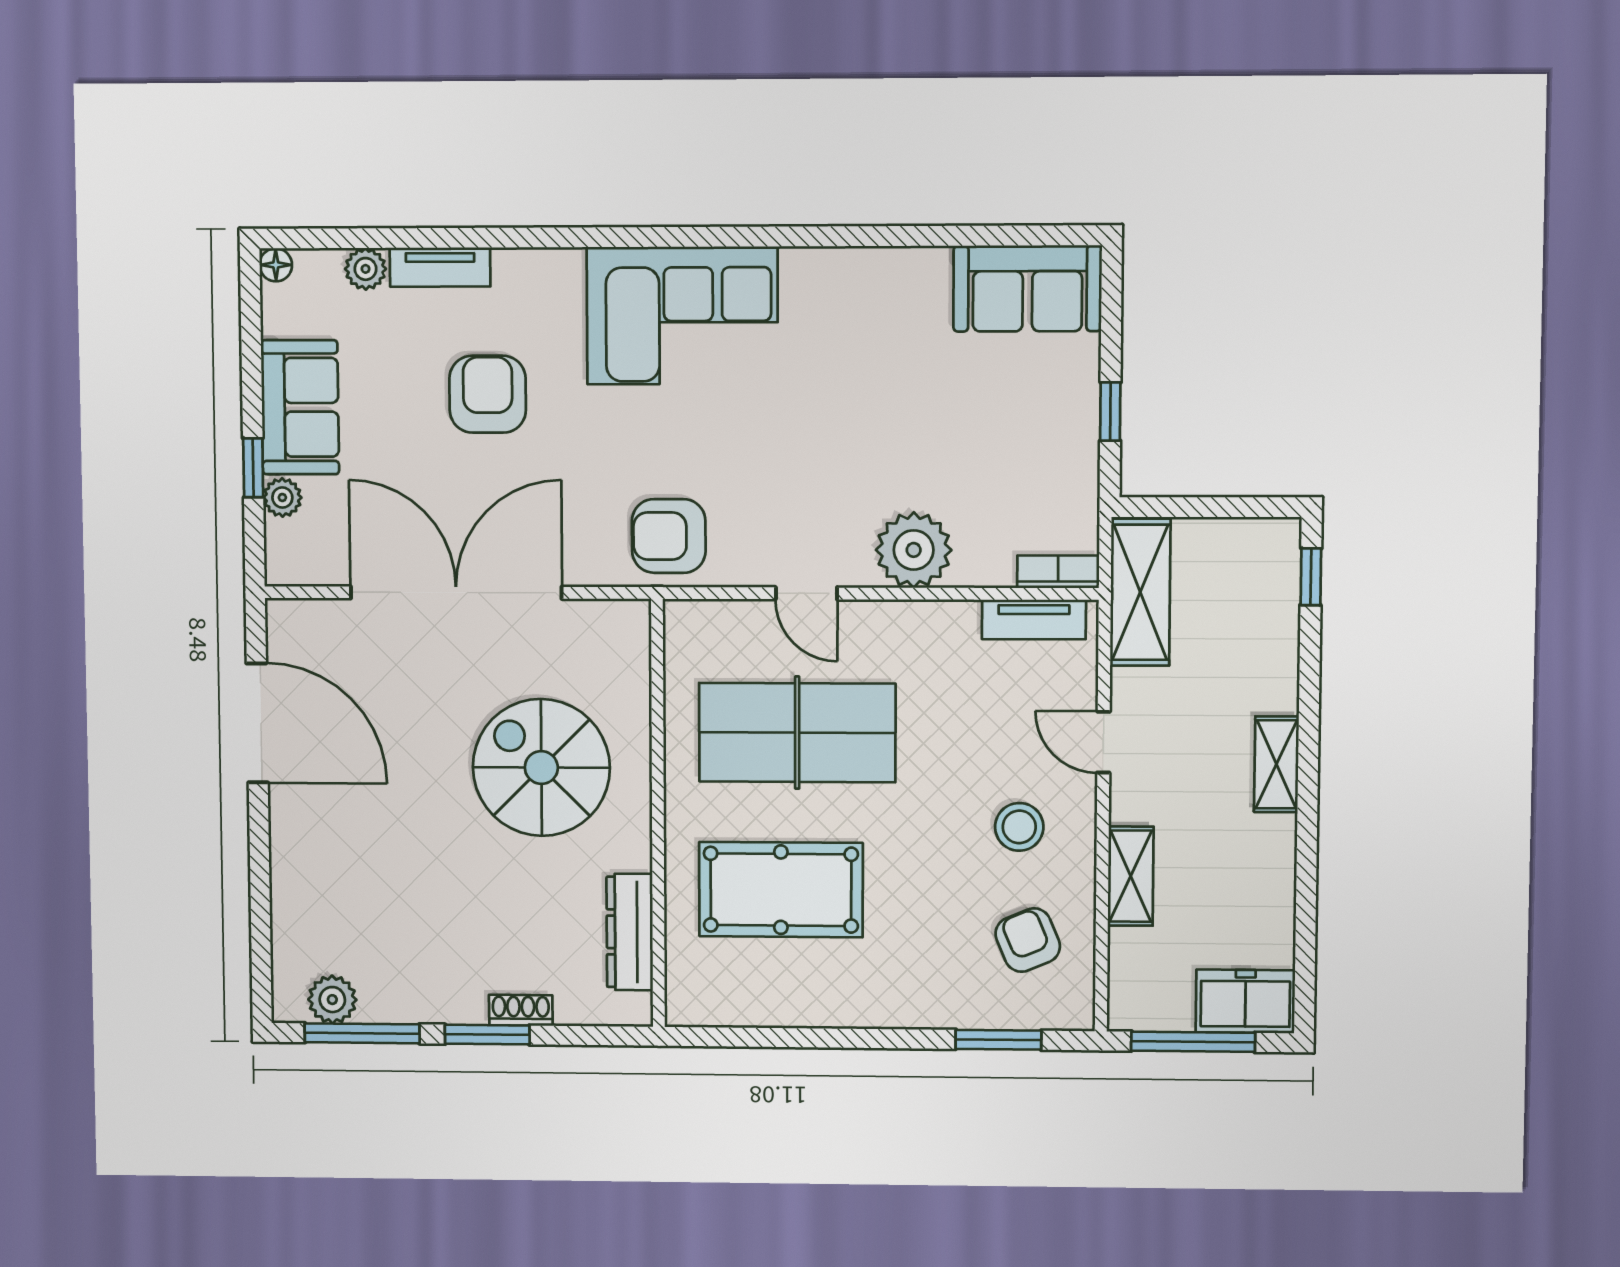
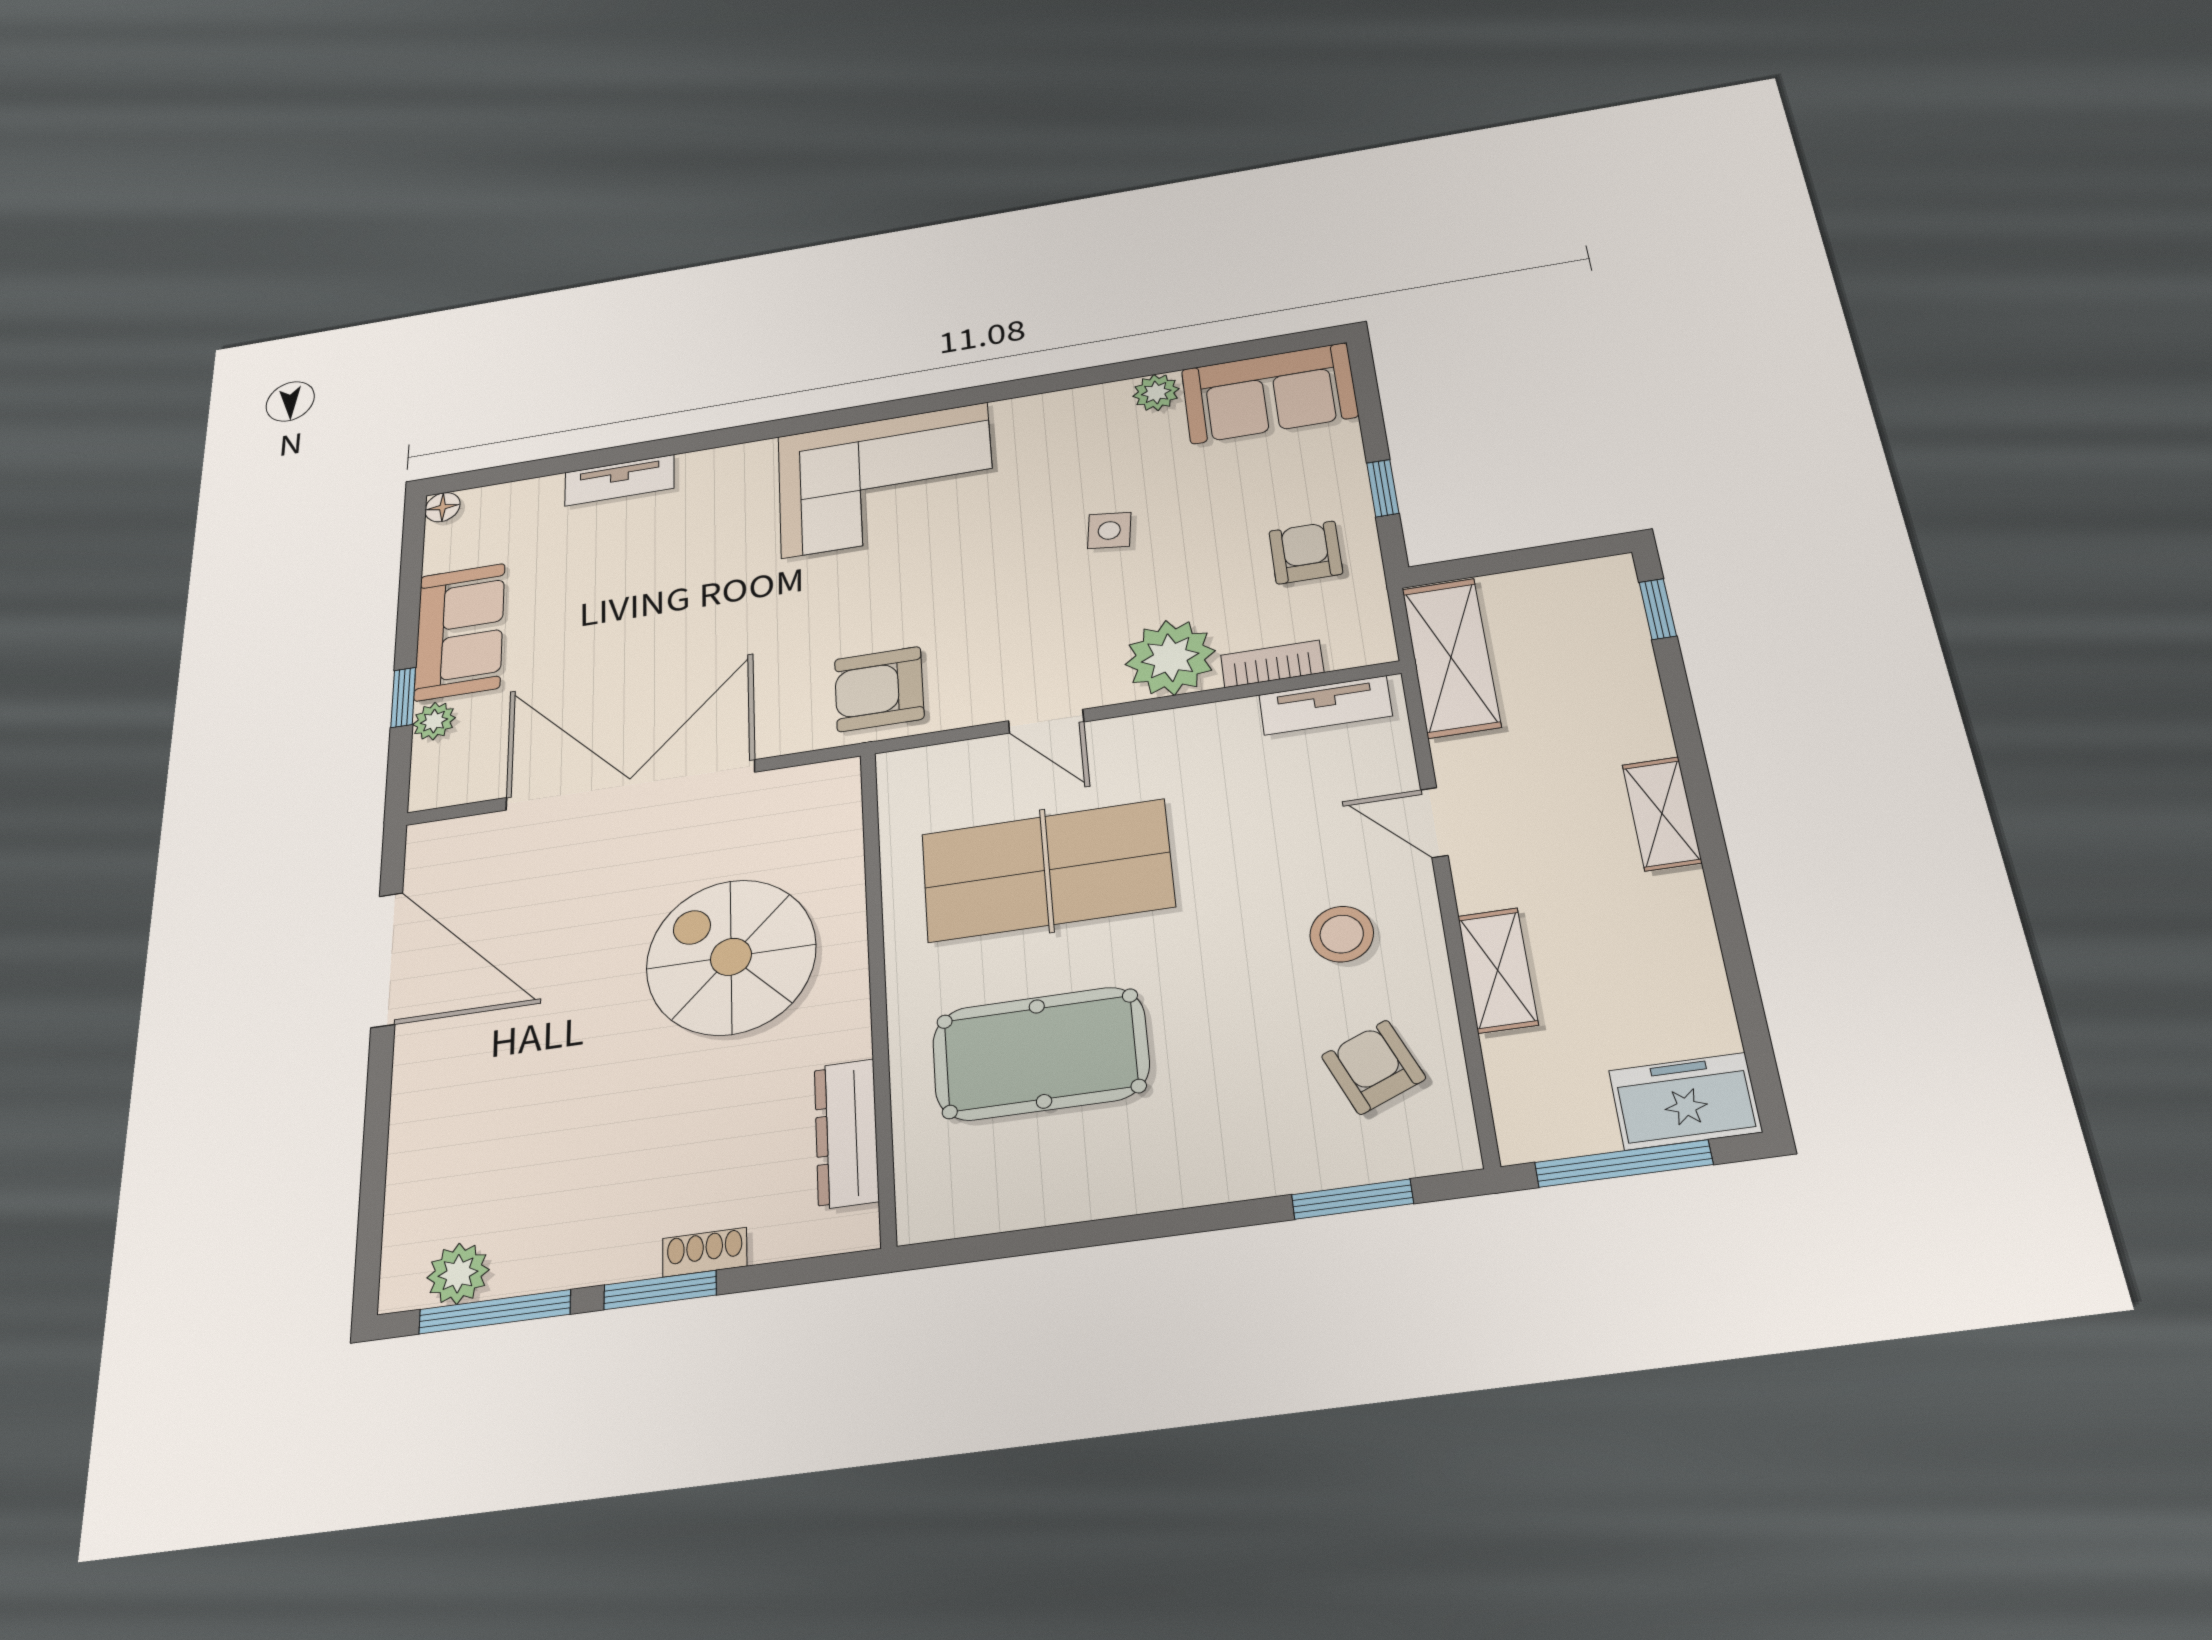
plant: (366, 269) -> (1156, 392), moved
armchair: (488, 394) -> (1306, 552), moved, width x0.72, depth x0.72
side table: (874, 410) -> (1109, 530), added
bookcase: (1058, 572) -> (1272, 664), moved

